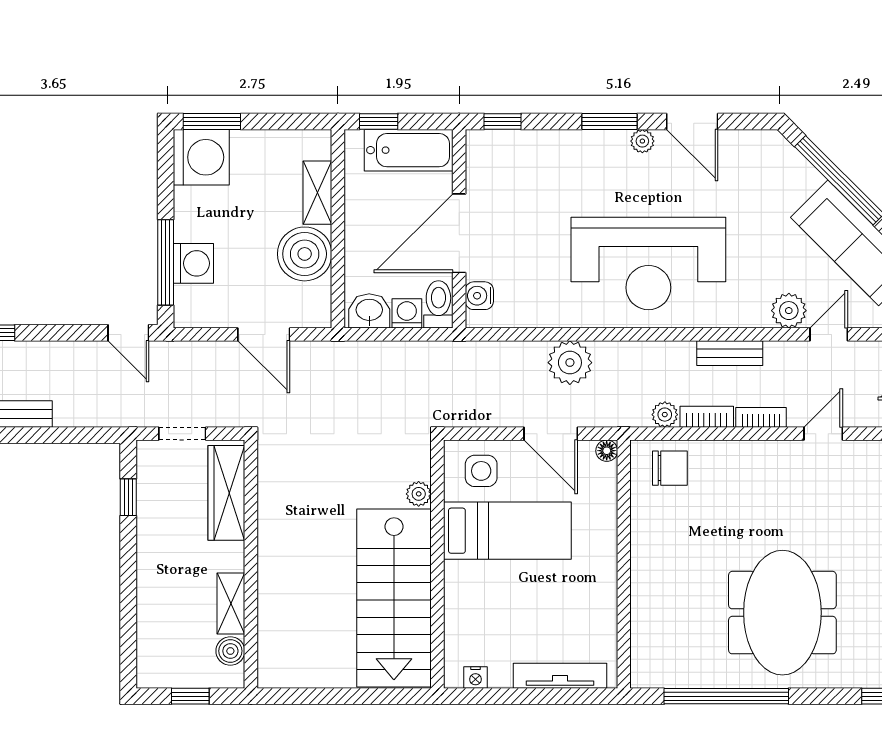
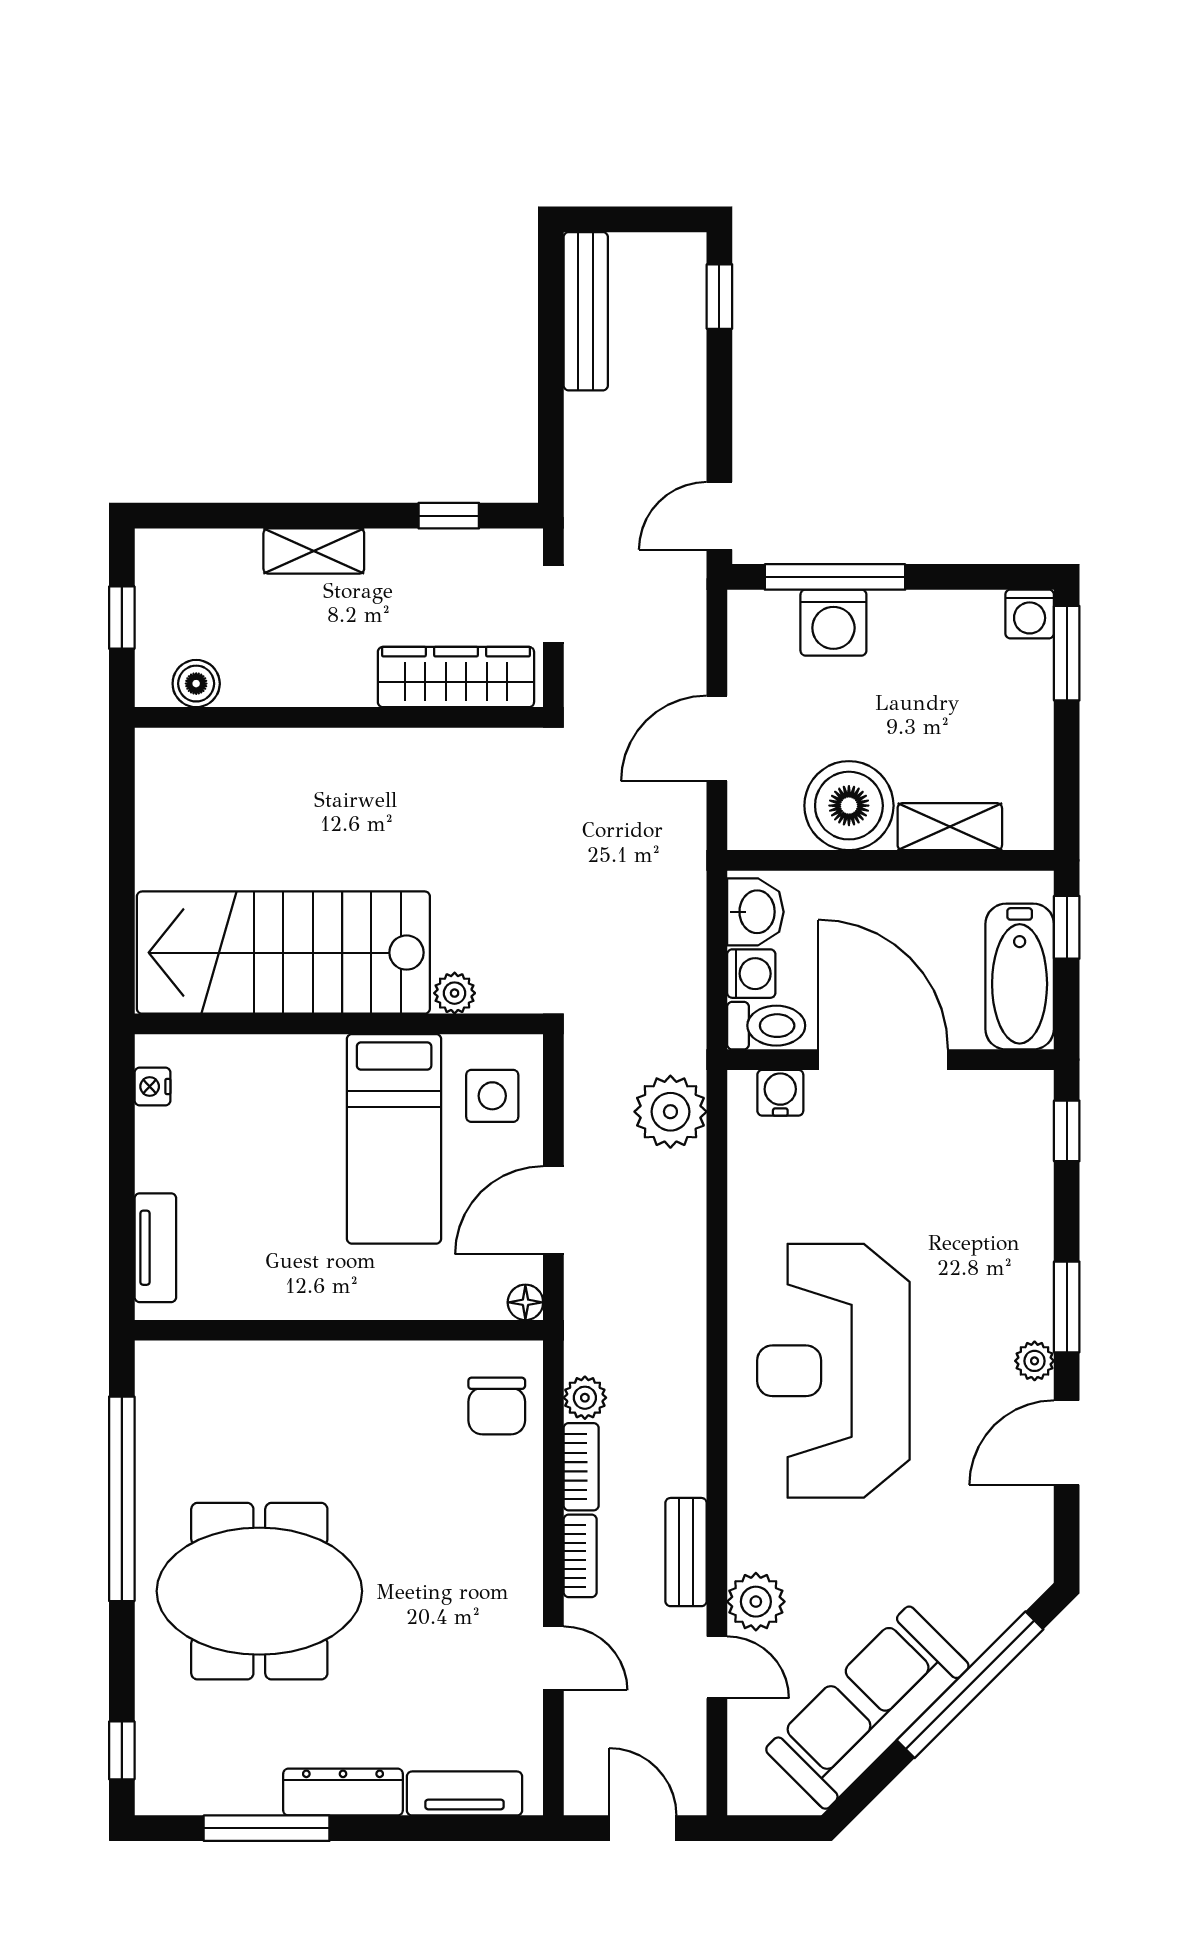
washing machine: (201, 157) -> (1030, 614), width x0.53, depth x0.53
bench: (730, 353) -> (686, 1552), moved
plant: (570, 363) -> (670, 1112), moved
shelving: (231, 604) -> (314, 551), moved
tv unit: (560, 676) -> (155, 1248), width x0.71

